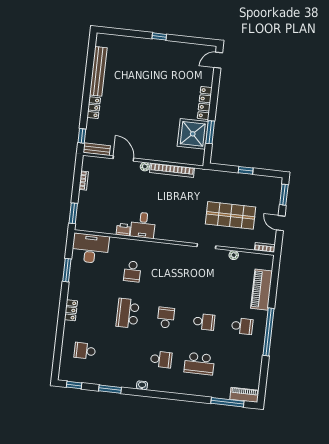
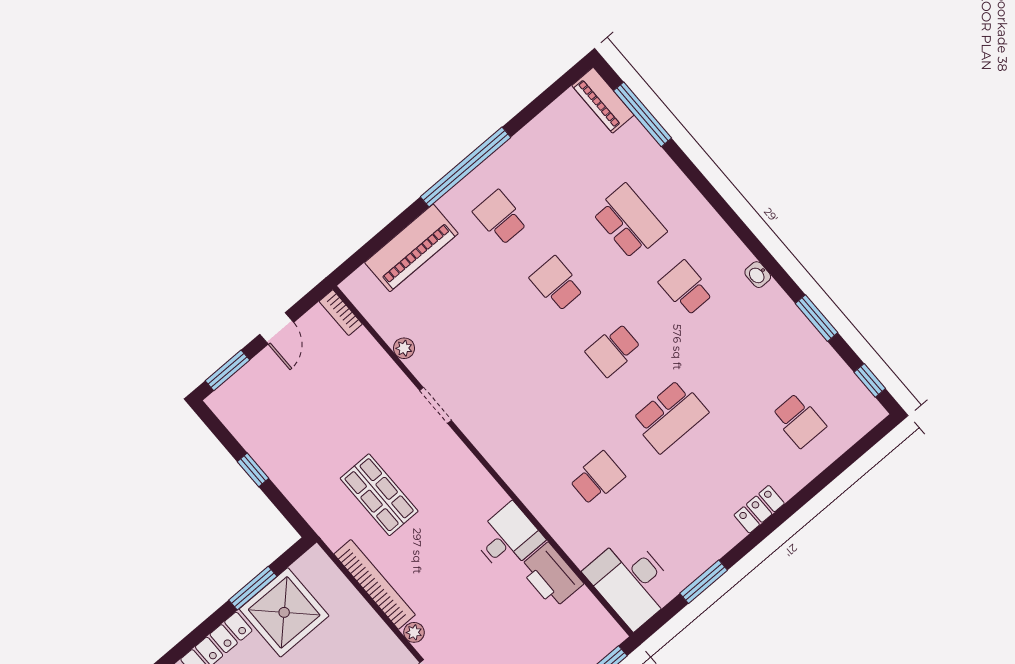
shop shelf: (231, 215) -> (379, 495), moved, width x0.70, depth x0.74
printer: (123, 230) -> (551, 576), width x1.87, depth x1.48

